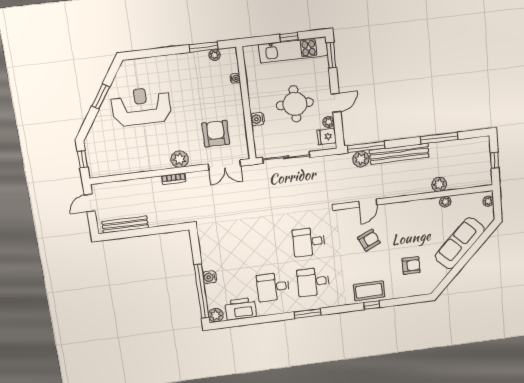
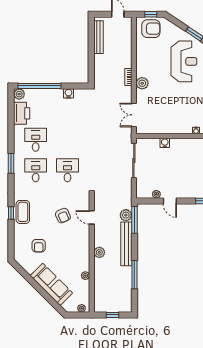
round table: (295, 104) -> (173, 171), removed
armchair: (216, 134) -> (151, 29), moved
fridge: (327, 136) -> (146, 192), removed
plant: (439, 184) -> (99, 252), moved
water cooler: (210, 277) -> (68, 93), moved

